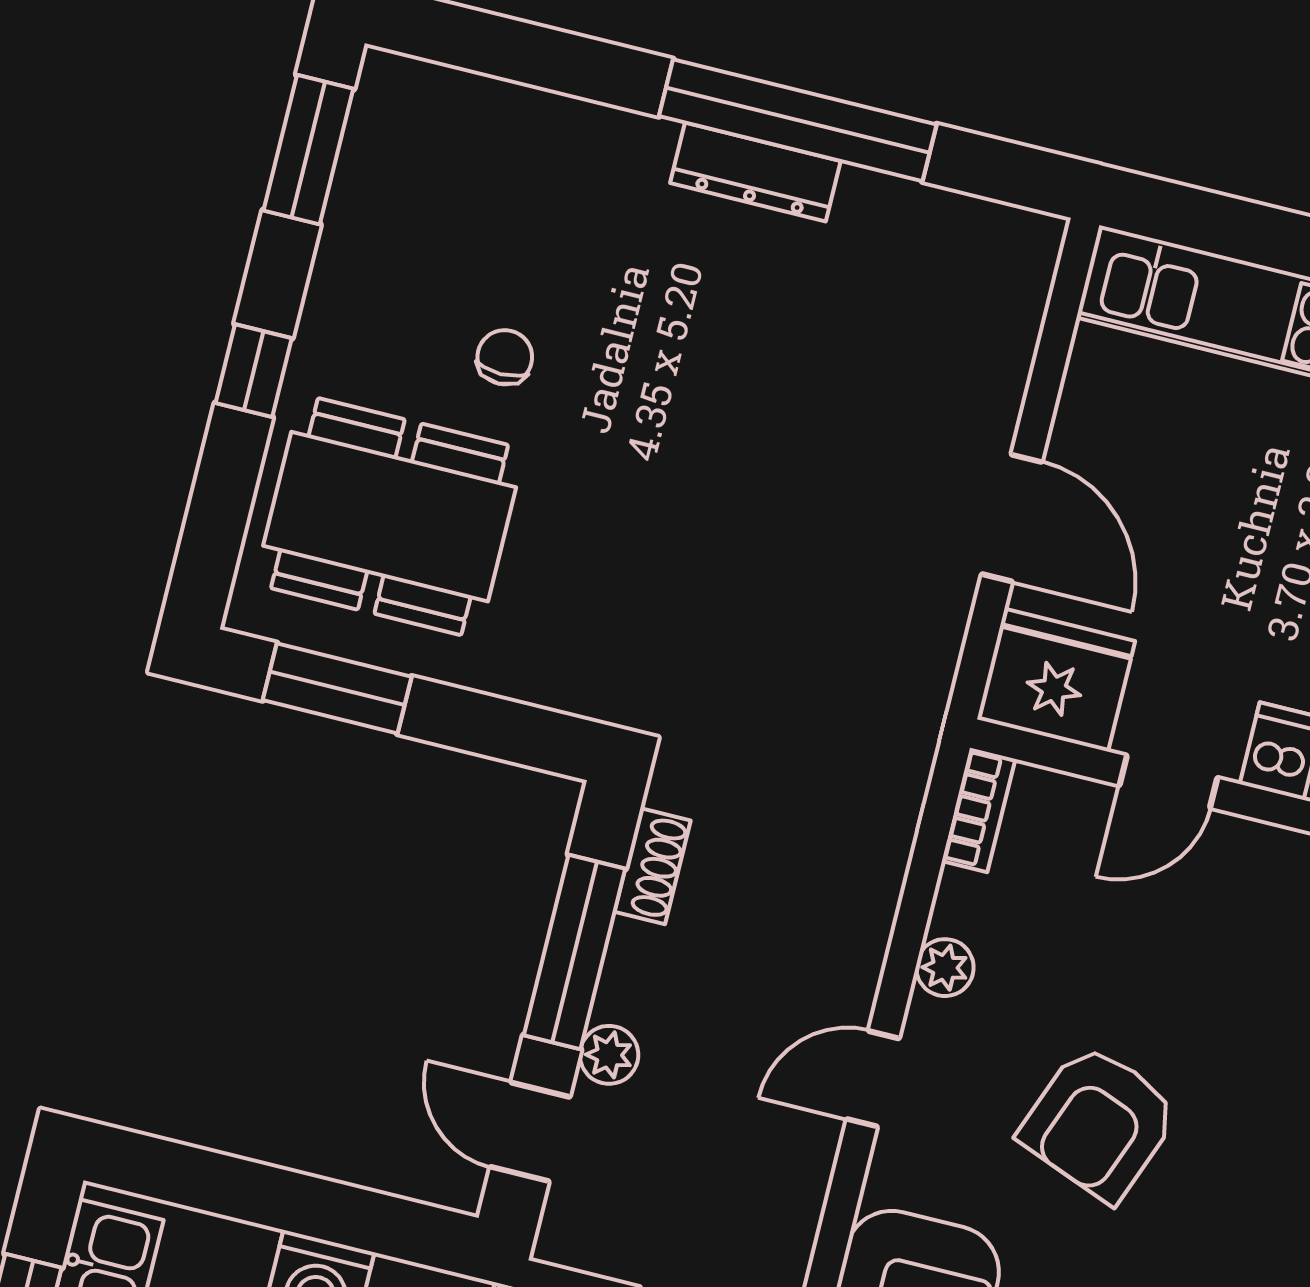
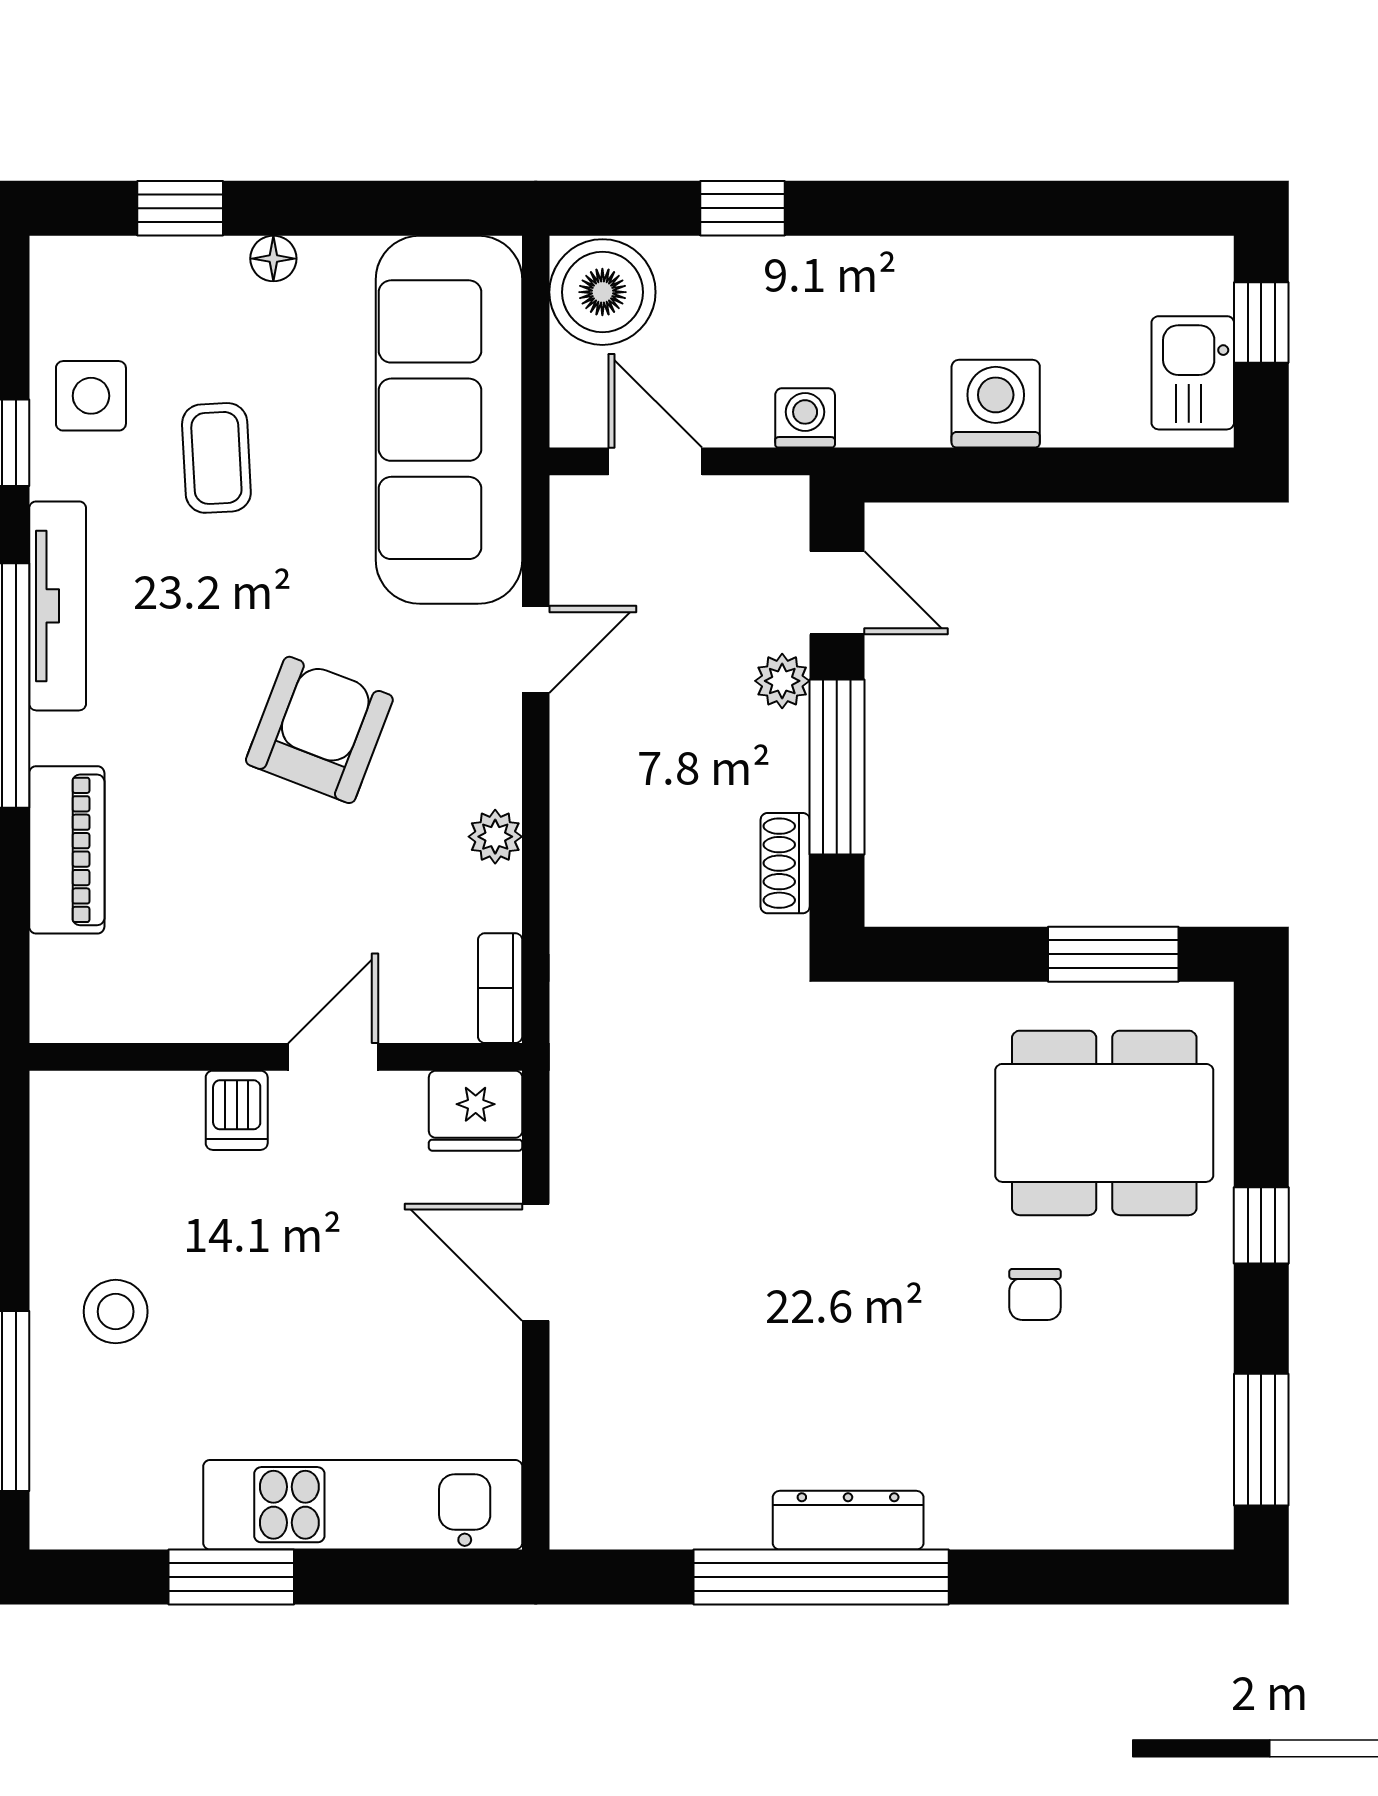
fridge: (1056, 680) -> (476, 1111), width x0.73, depth x0.75
door: (873, 1079) -> (536, 649), moved

